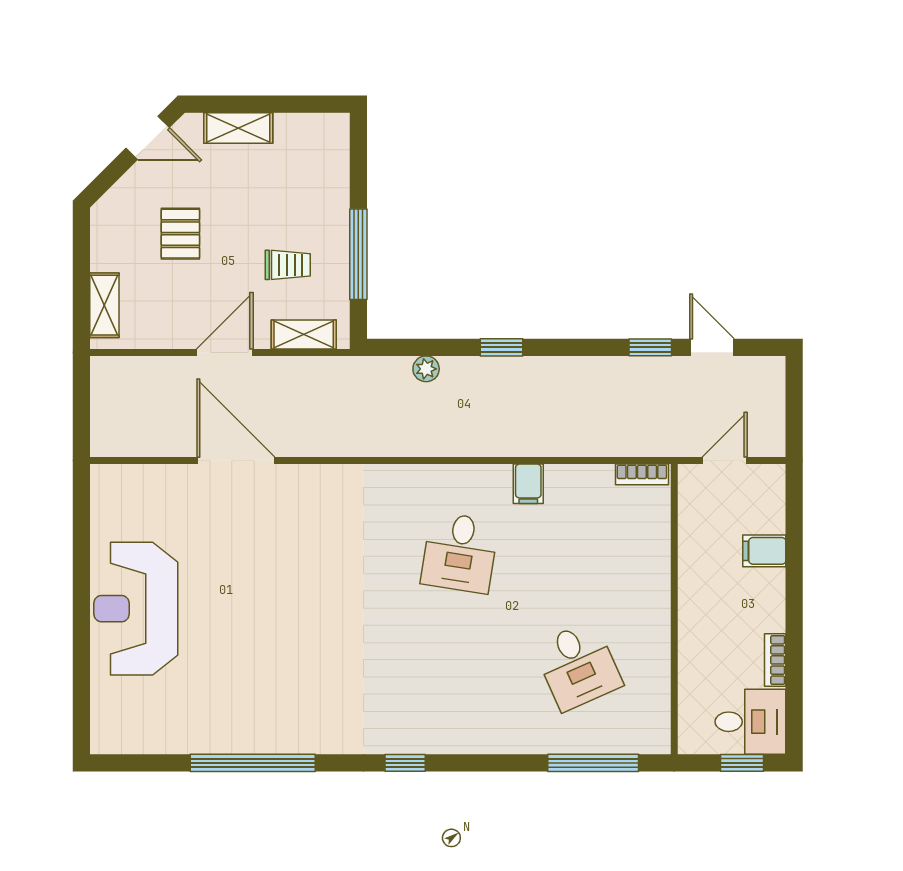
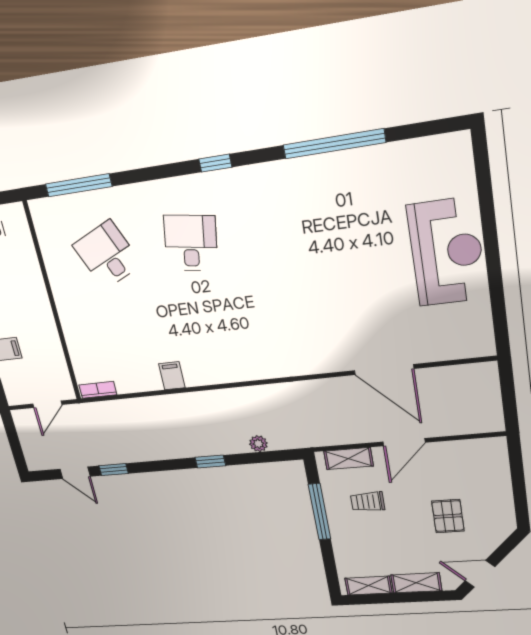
shelving: (104, 305) -> (368, 586), moved, turned 90
desk: (460, 553) -> (191, 243), moved

